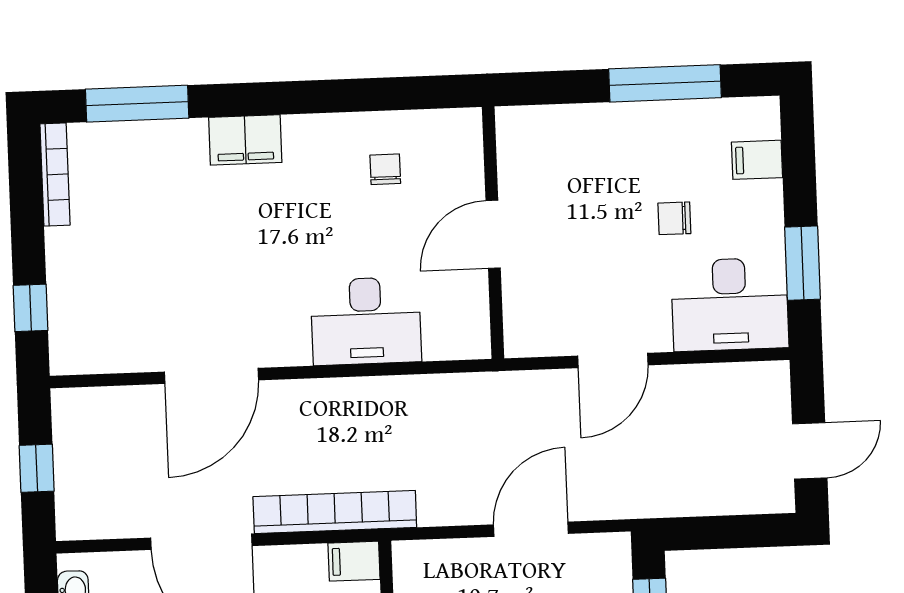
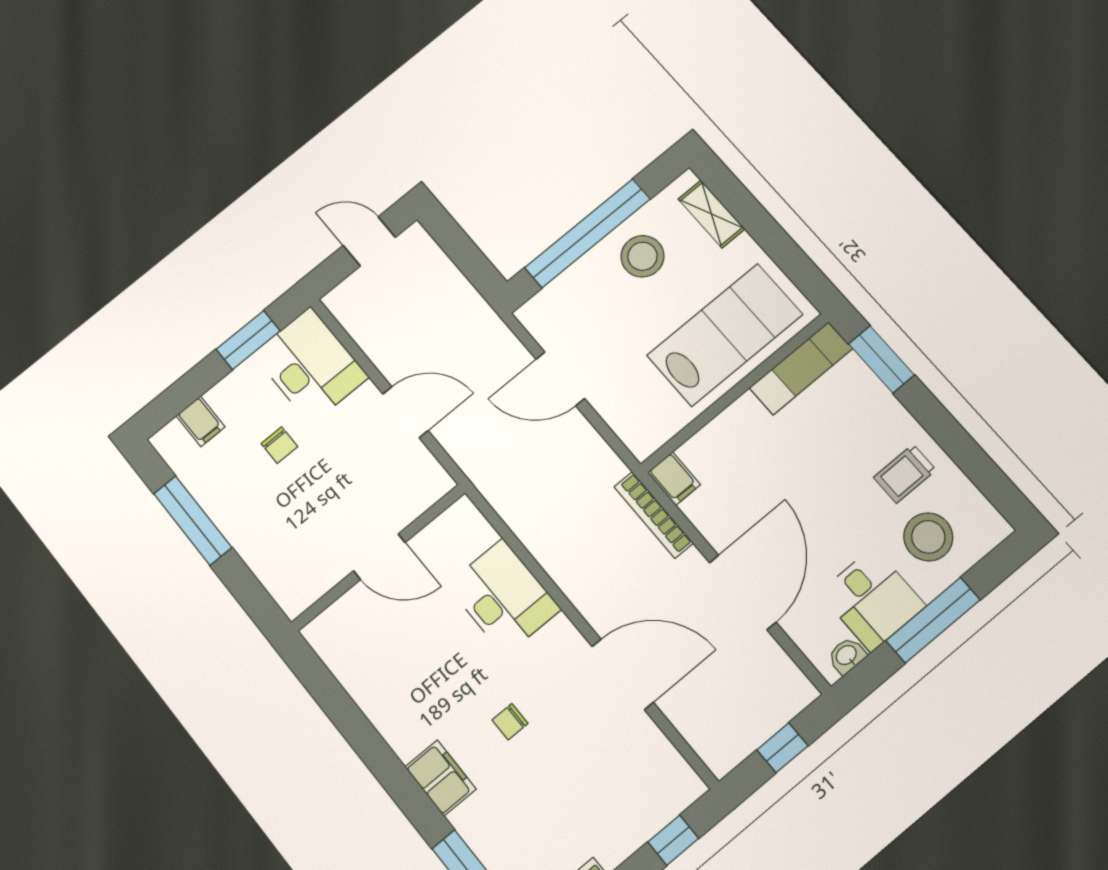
chair: (385, 169) -> (510, 722), moved
bookcase: (335, 512) -> (654, 515), width x0.68, depth x0.76

